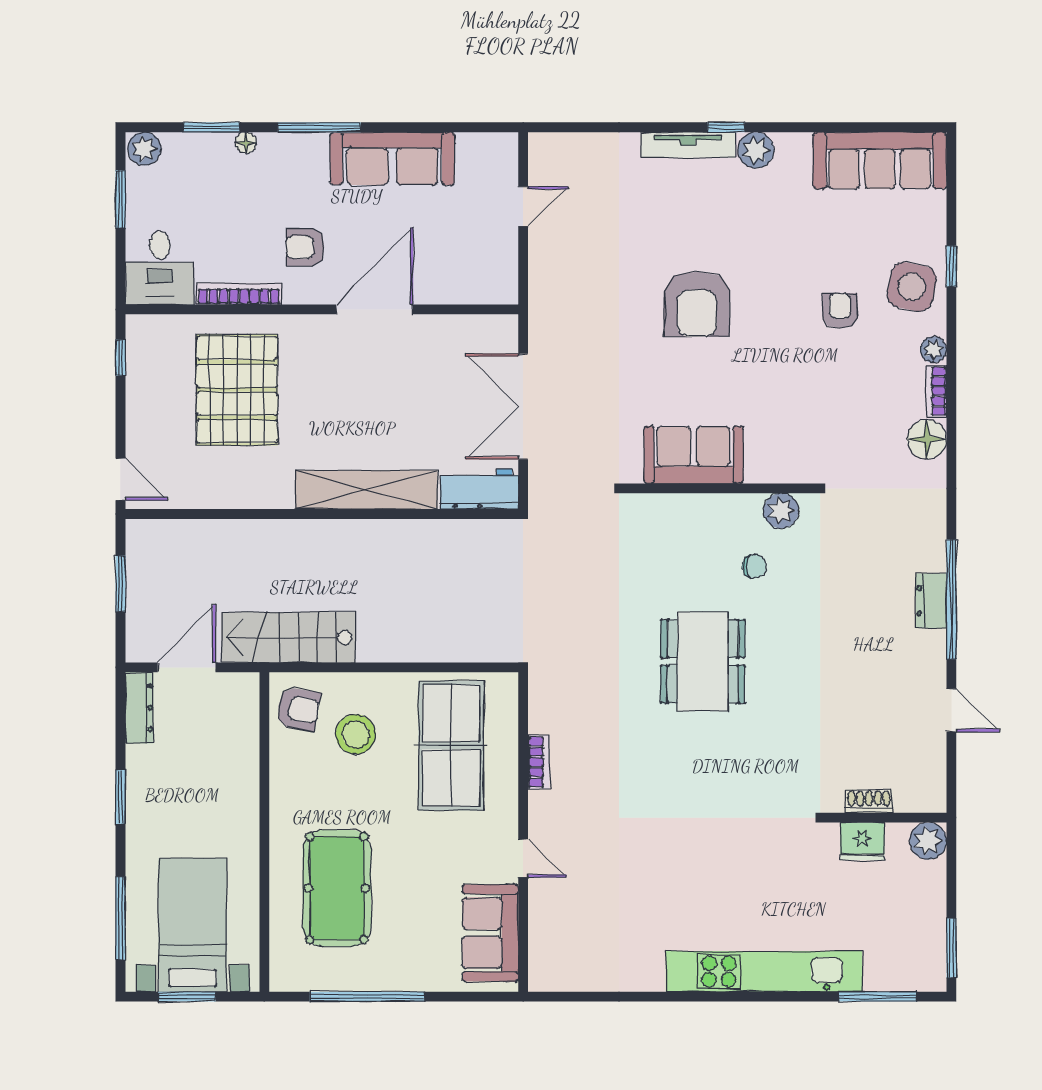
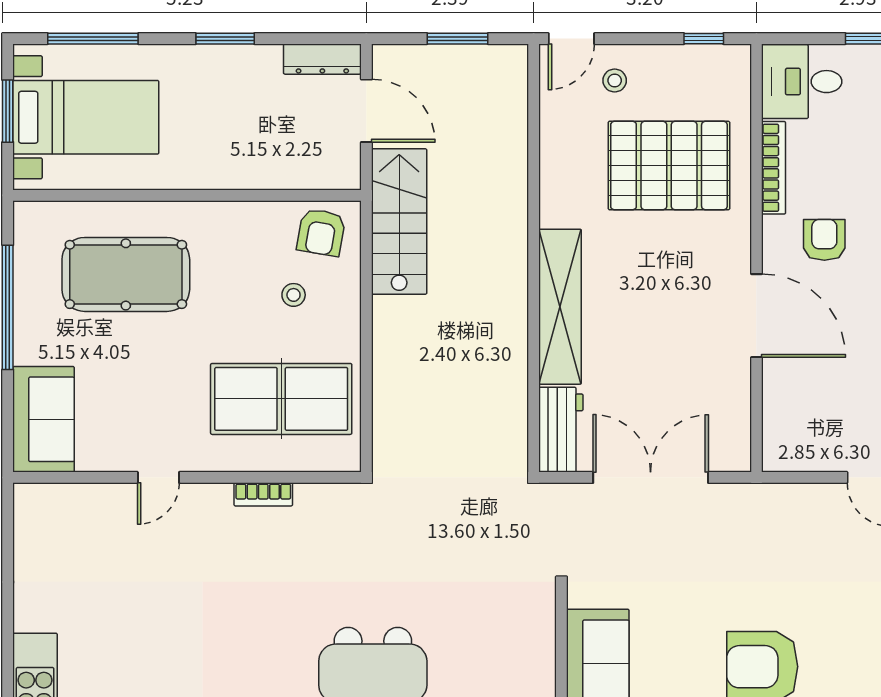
stool: (159, 440) -> (615, 81), added
stool: (356, 734) -> (294, 295), width x0.53, depth x0.53
sofa: (490, 933) -> (44, 419), moved, turned 90

